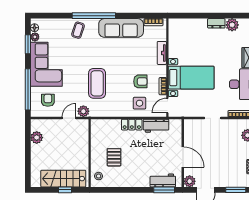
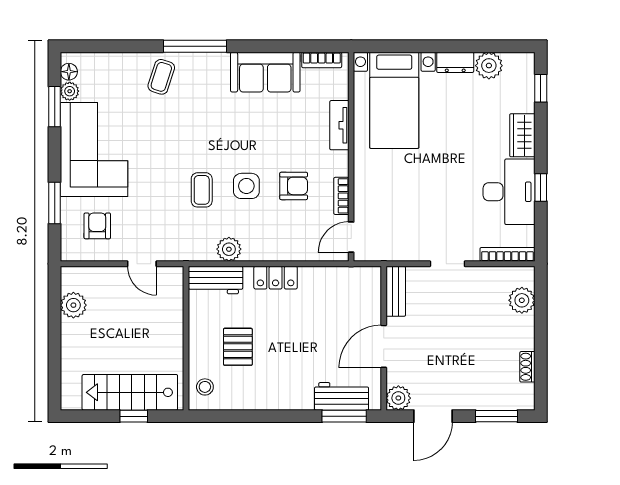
window: (94, 16) -> (195, 46), width x0.68
sofa: (121, 28) -> (265, 72), width x0.73
bed with nightstands: (191, 78) -> (394, 100), moved, turned 90
coffee table: (97, 83) -> (202, 190), width x0.54, depth x0.58
window: (28, 89) -> (55, 203), width x0.47
side table: (139, 103) -> (246, 186), moved
plant: (83, 111) -> (229, 249), moved
door: (69, 118) -> (142, 264), swing flipped
workbench: (156, 126) -> (216, 280), moved
bench: (188, 131) -> (396, 291), added
door: (183, 157) -> (384, 346), swing flipped

